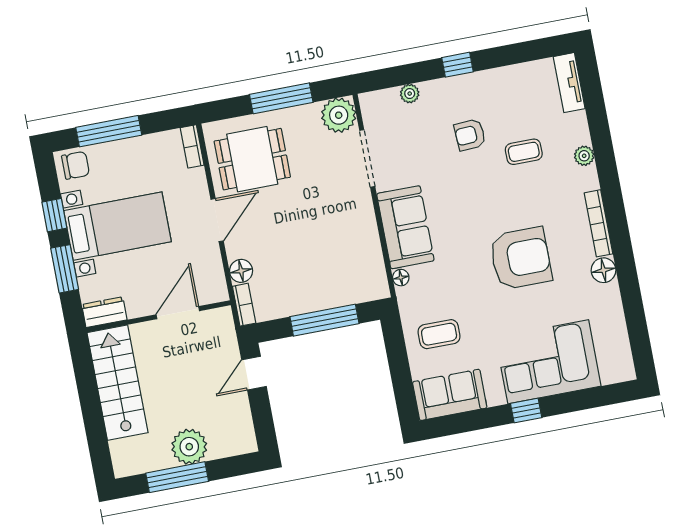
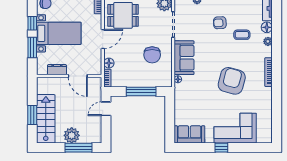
chair: (333, 234) -> (152, 55), added
armchair: (521, 258) -> (232, 81), turned -75
floor lamp: (603, 270) -> (267, 27), moved
dresser: (104, 312) -> (57, 70), moved
door: (178, 313) -> (78, 76), swing flipped
coffee table: (439, 334) -> (190, 107), removed
stairs: (118, 383) -> (46, 119), moved
window: (93, 418) -> (32, 115), added
window: (177, 477) -> (78, 148), moved

